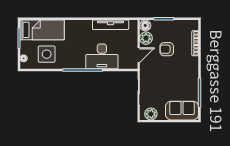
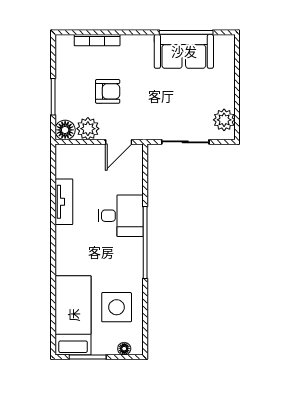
tv unit: (111, 25) -> (64, 202), width x0.71
armchair: (167, 49) -> (108, 91), turned -90
door: (139, 55) -> (119, 142), swing flipped
desk: (102, 56) -> (121, 216), width x0.73
sofa: (182, 111) -> (184, 51), moved, turned -90

